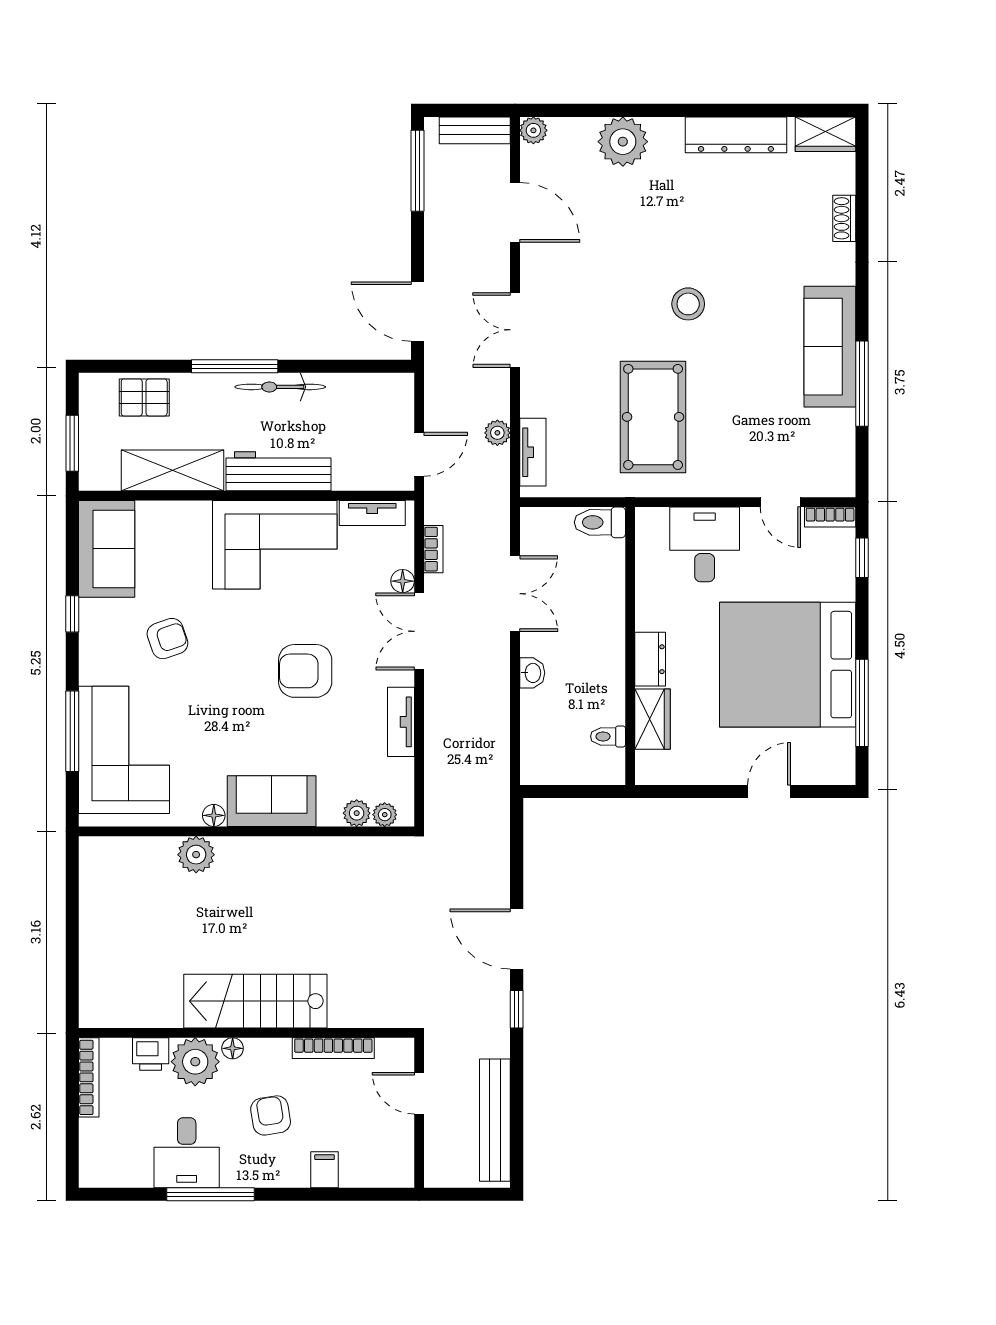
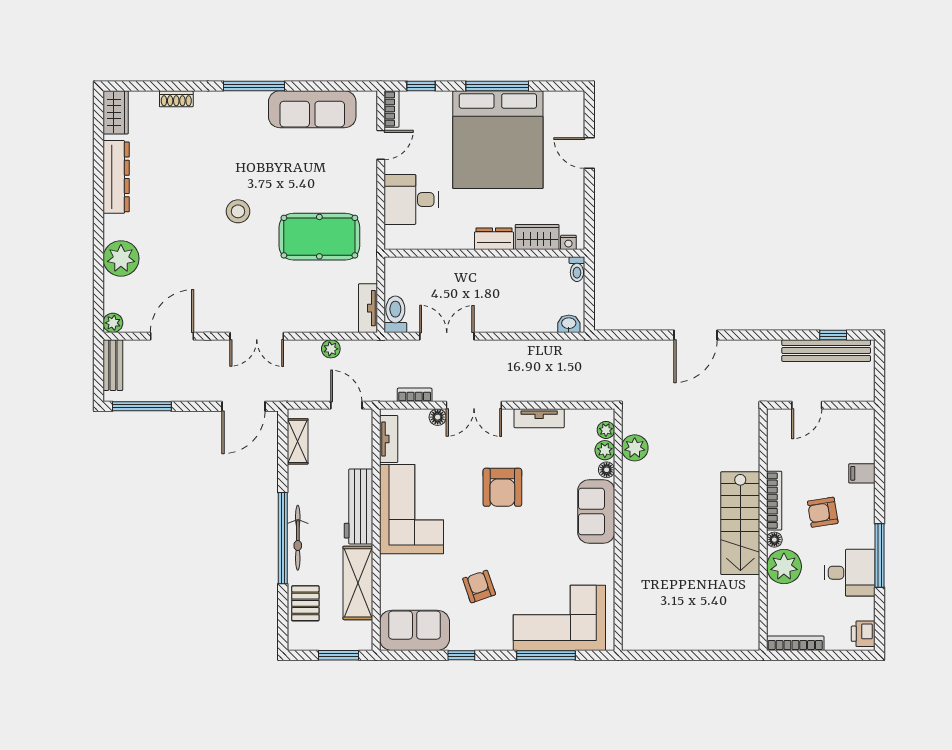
sofa: (830, 347) -> (312, 109), moved
window: (235, 366) -> (283, 538), width x1.46
window: (862, 384) -> (254, 86), moved
bicycle: (280, 387) -> (298, 538), moved
shelving: (369, 387) -> (298, 441), added
tv unit: (533, 452) -> (368, 308), moved, turned -90
toilet: (600, 522) -> (395, 314), moved, turned 180
washbasin: (532, 673) -> (569, 324), moved
window: (862, 703) -> (497, 86), moved
toilet: (608, 736) -> (577, 269), moved
nightstand: (645, 763) -> (568, 242), added
floor lamp: (214, 815) -> (607, 470), moved
plant: (196, 855) -> (635, 448), moved
window: (517, 1009) -> (833, 335), moved
bookcase: (333, 1048) -> (774, 501), moved
printer: (151, 1054) -> (863, 634), moved, turned 180

